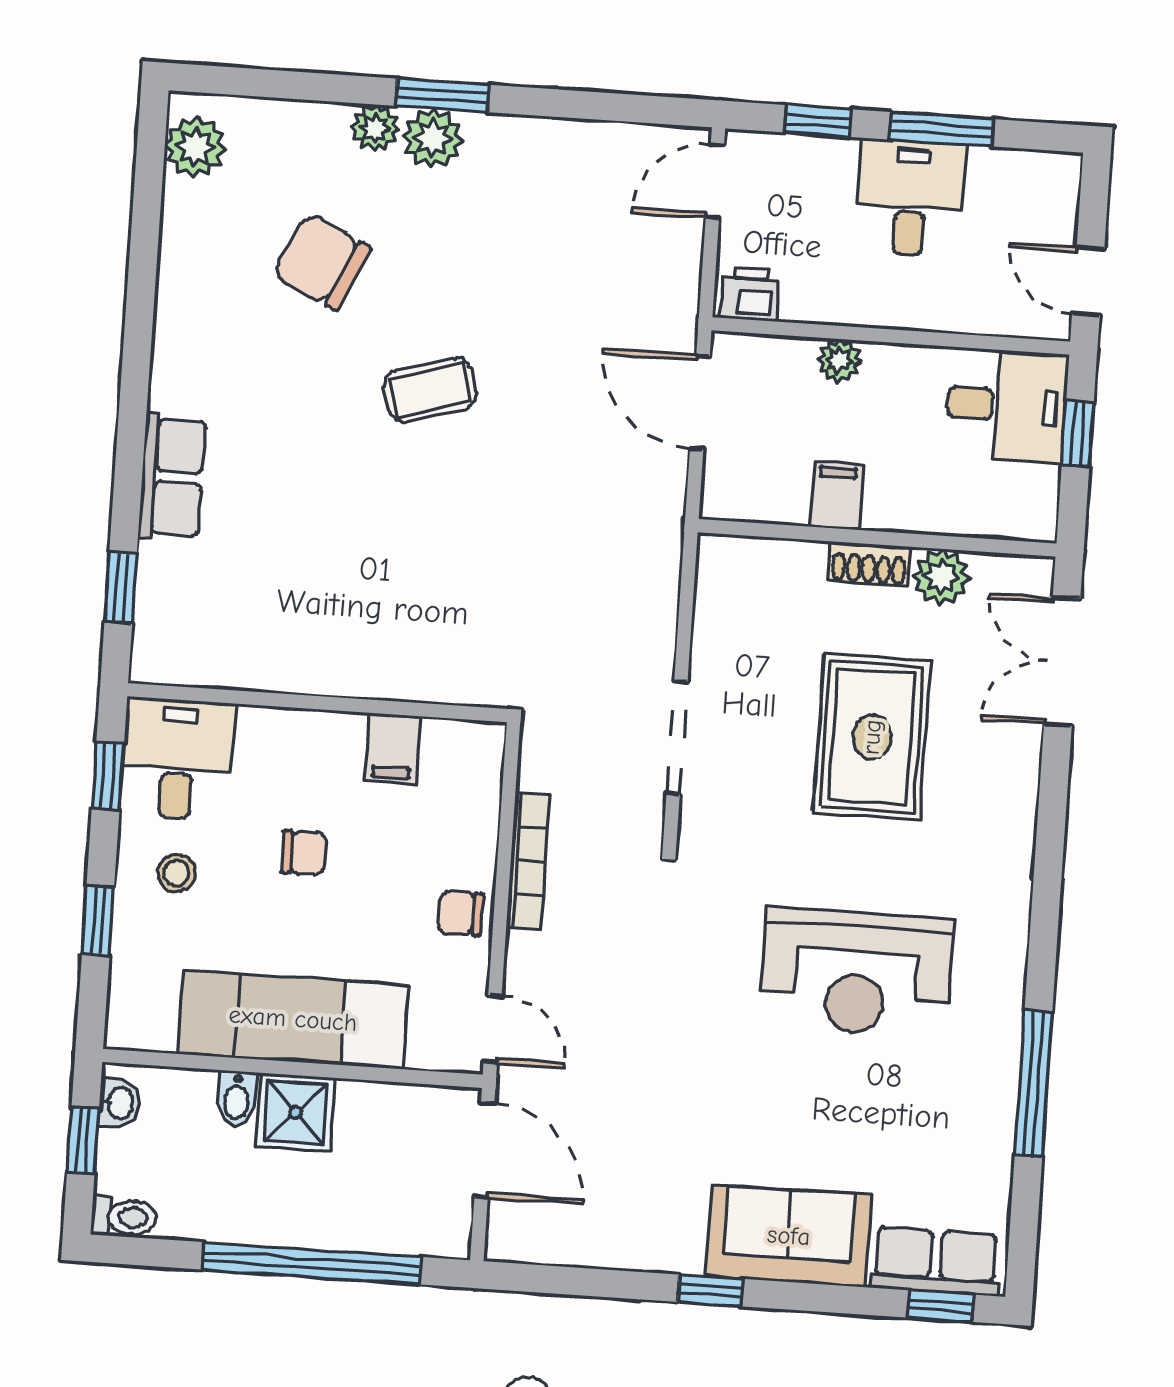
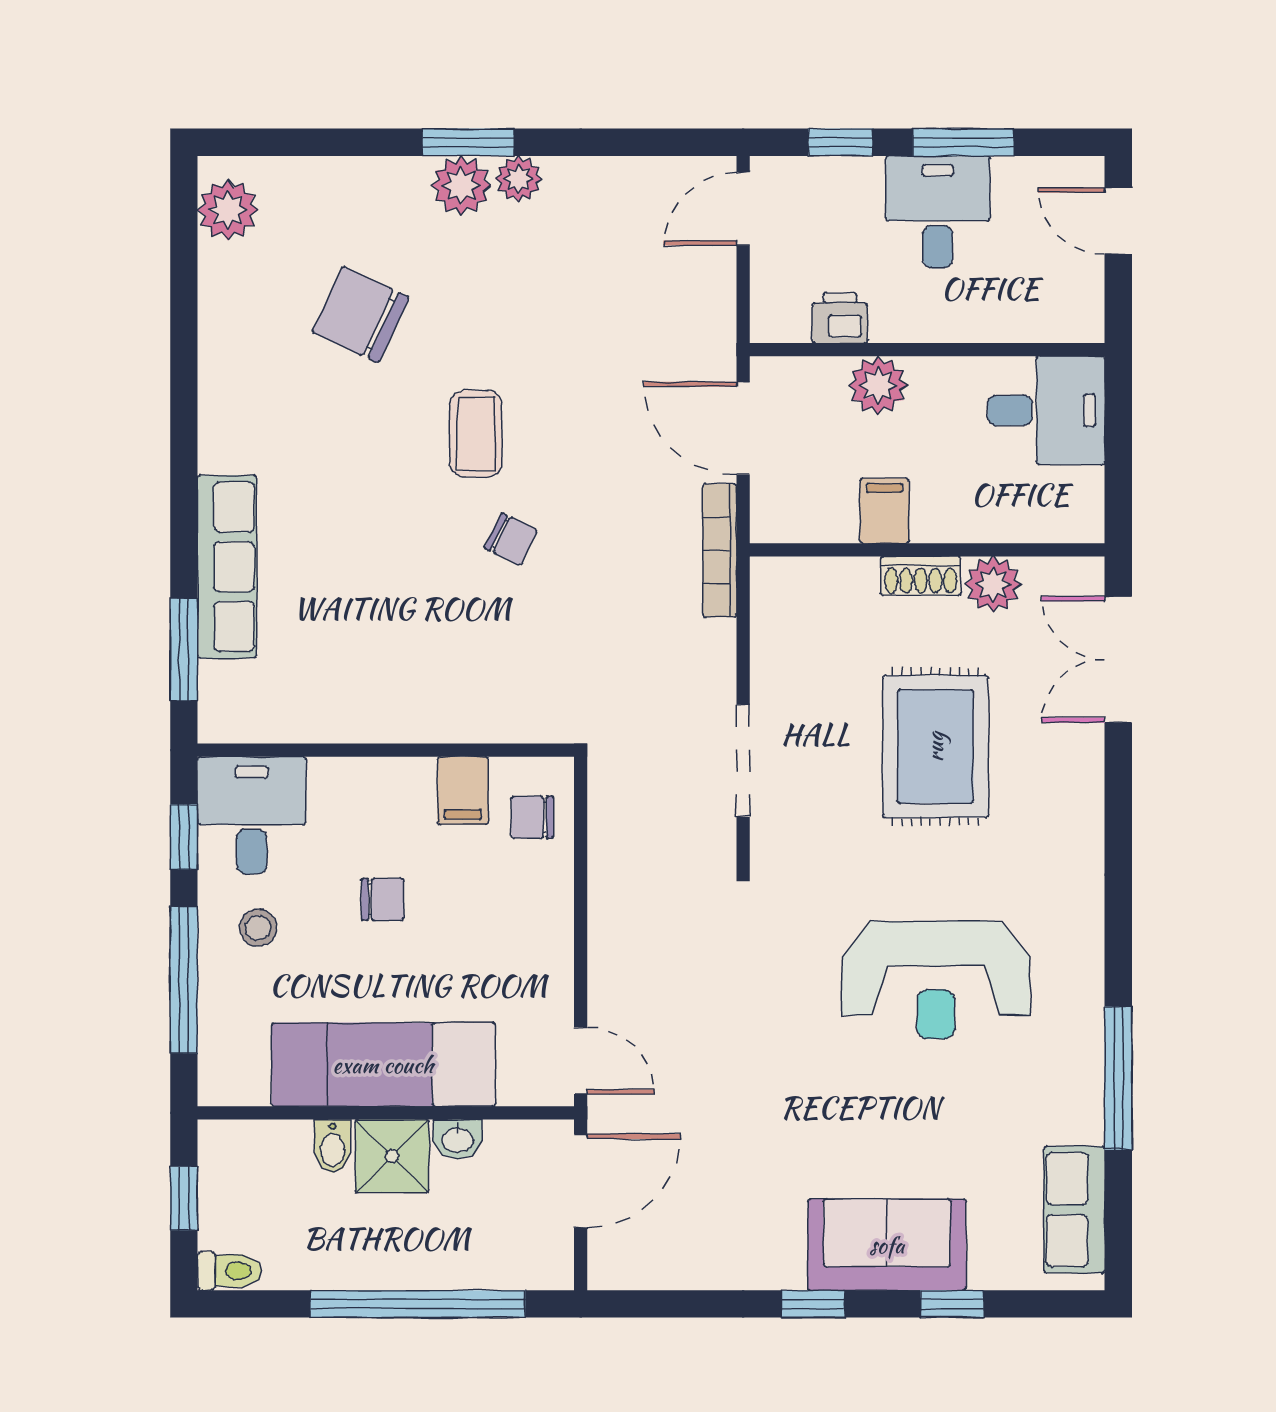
plant: (375, 128) -> (518, 179), moved
door: (1088, 281) -> (1118, 221), moved
printer: (750, 294) -> (840, 318), moved
plant: (839, 361) -> (878, 385), width x1.38, depth x1.38
coffee table: (430, 390) -> (476, 434), turned -74
window: (1078, 434) -> (1118, 433), removed
row of seats: (172, 477) -> (227, 567), width x1.48
chair: (458, 499) -> (511, 539), added
window: (121, 587) -> (184, 650), width x1.50
bookcase: (528, 861) -> (720, 551), moved, turned 180
chair: (460, 913) -> (532, 817), moved
window: (98, 920) -> (184, 980), width x2.17
washbasin: (119, 1103) -> (458, 1139), moved, turned 90
door: (484, 1150) -> (581, 1181), hinge flipped
row of seats: (936, 1261) -> (1074, 1210), moved, turned -90
window: (941, 1306) -> (952, 1304), moved

